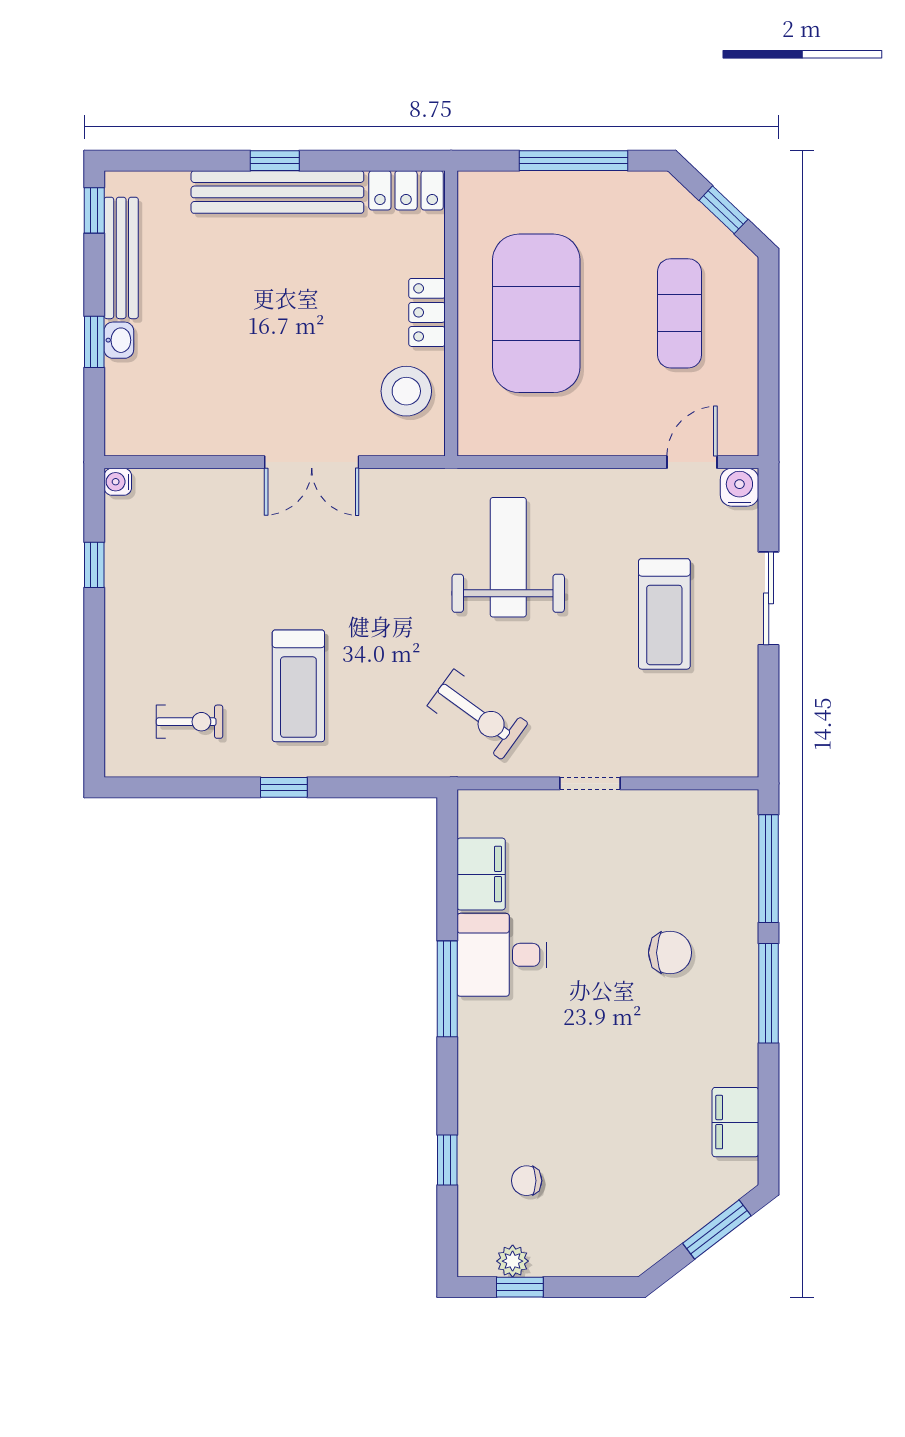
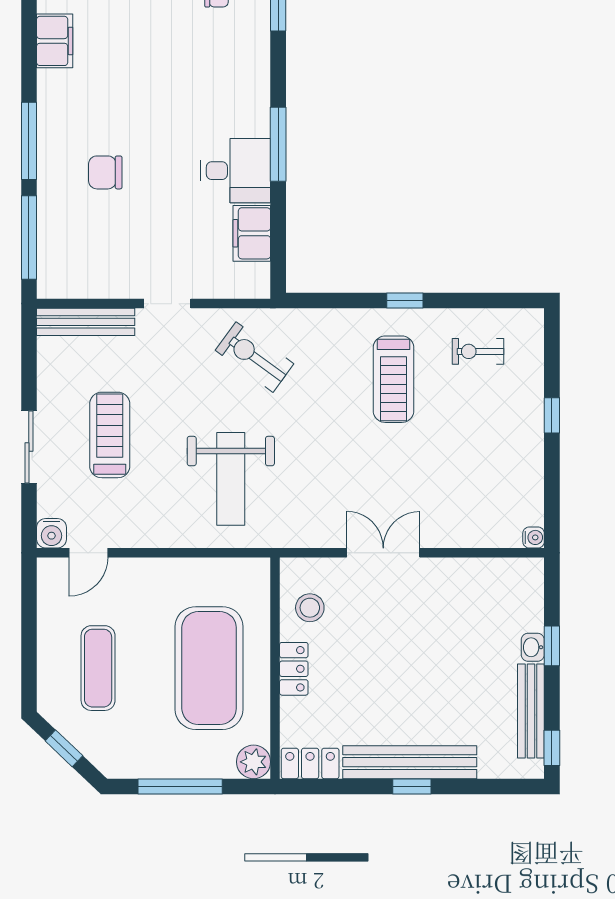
plant: (479, 192) -> (254, 762), added
stool: (406, 391) -> (310, 608), width x0.73, depth x0.73
window: (94, 565) -> (552, 415), moved
treadmill: (298, 686) -> (394, 379), turned 180
bench: (695, 760) -> (86, 322), added

